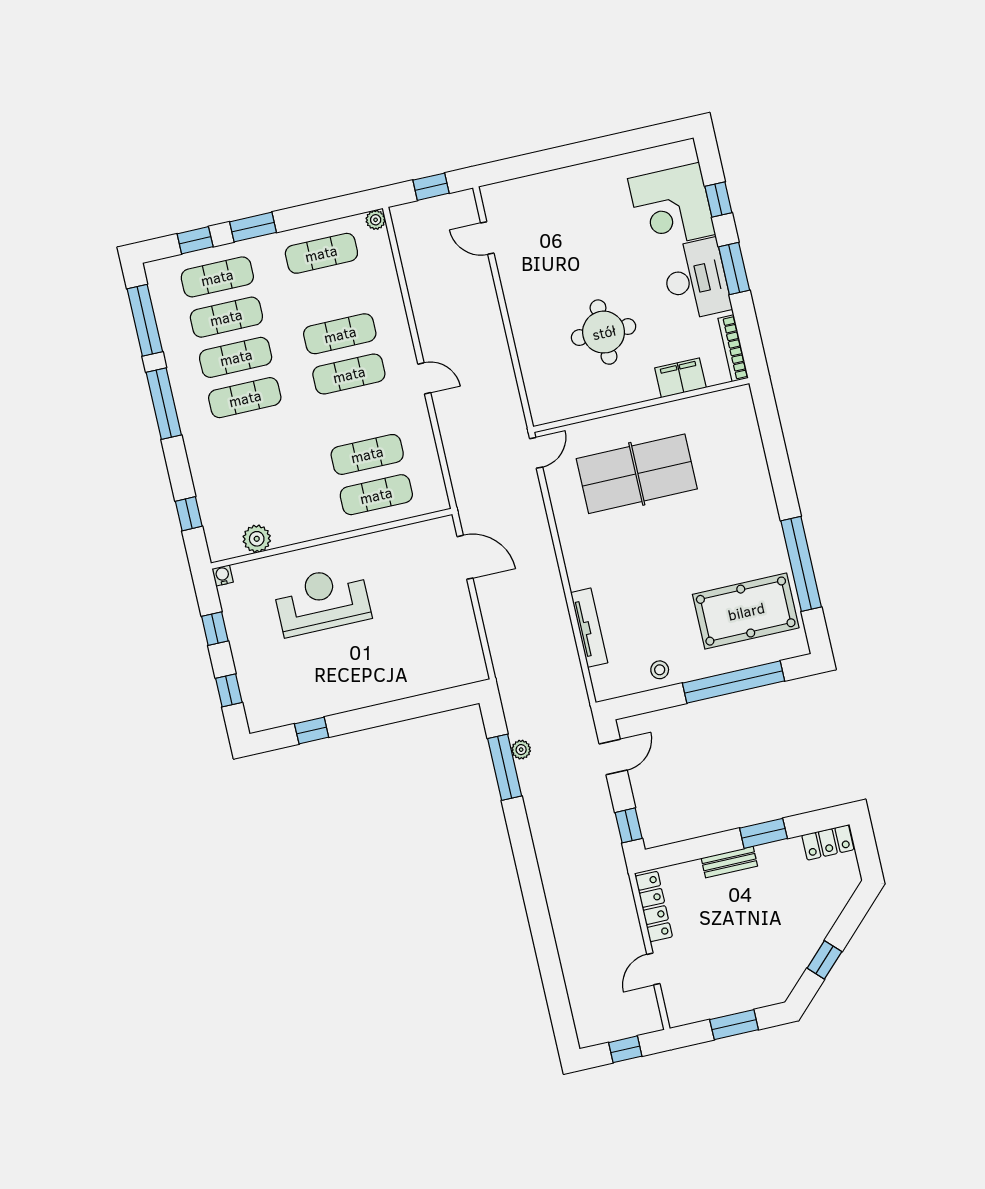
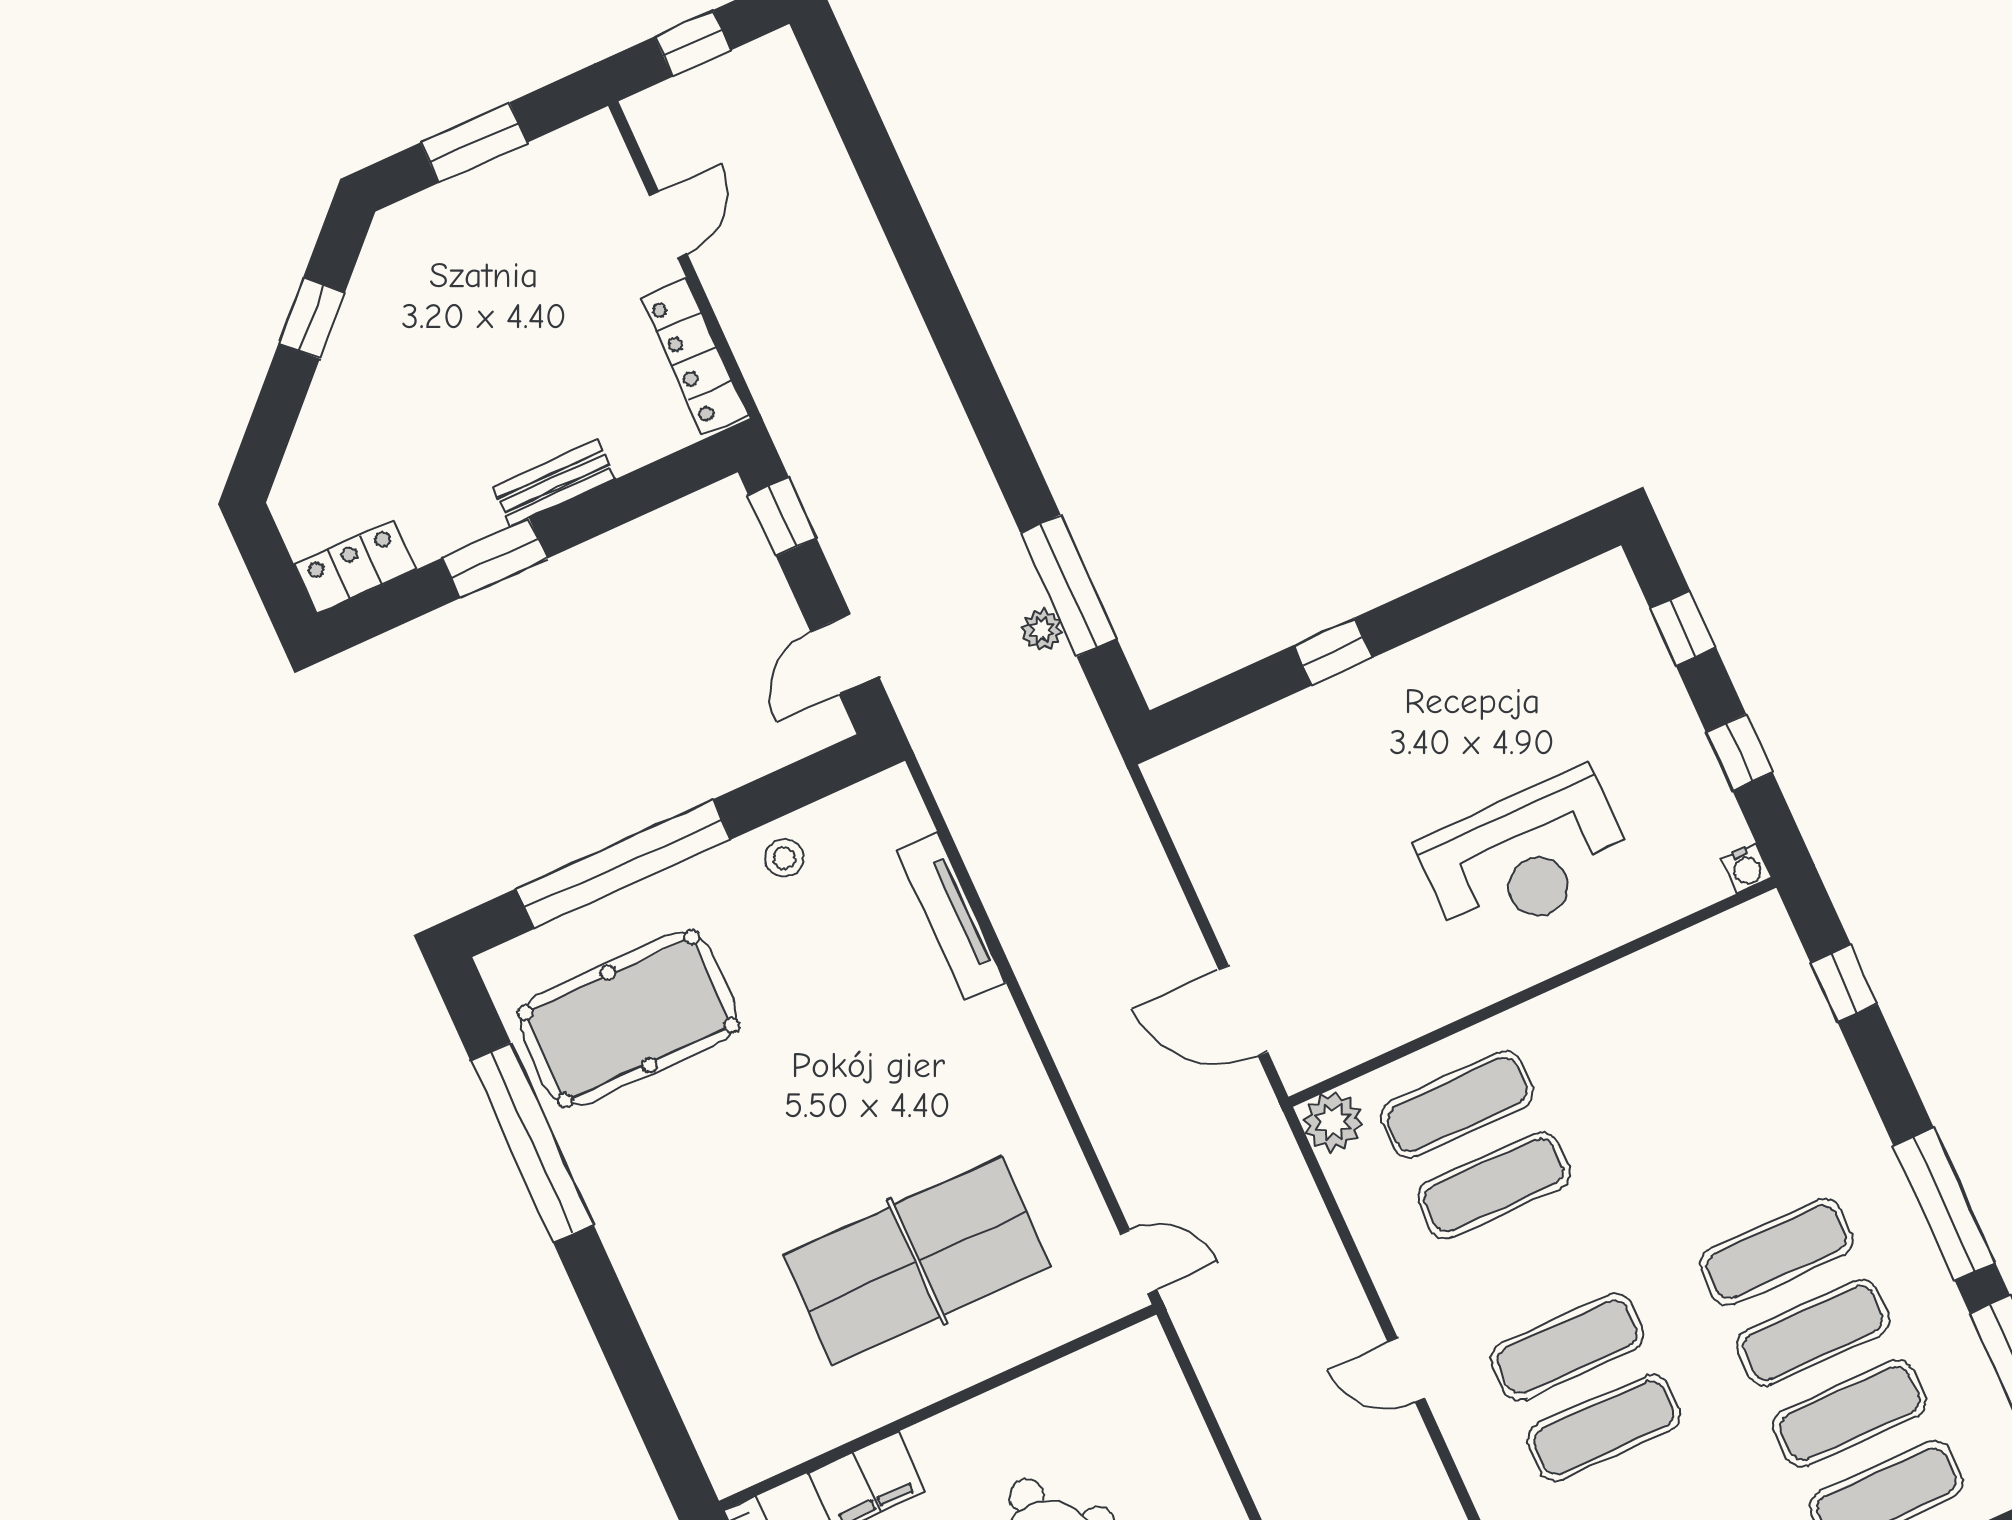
door: (536, 453) -> (1138, 1262), swing flipped
plant: (257, 539) -> (1333, 1122), moved
window: (312, 730) -> (1333, 652), moved

